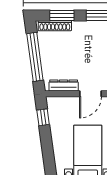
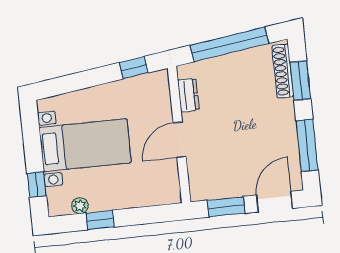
dresser: (64, 86) -> (188, 95), width x0.70
door: (91, 94) -> (180, 140), hinge flipped

